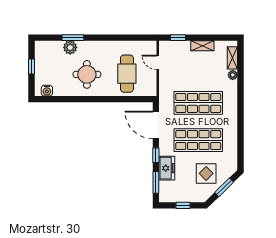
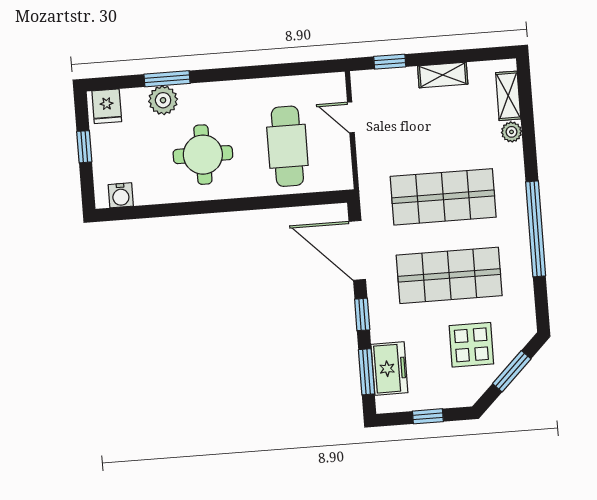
fridge: (44, 48) -> (107, 106), added
window: (241, 121) -> (536, 229), added
freezer: (167, 168) -> (389, 368), moved

